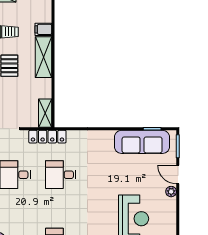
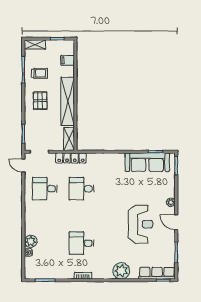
filing cabinet: (43, 29) -> (68, 60), moved
shelving: (43, 57) -> (68, 101), width x1.47
door: (178, 175) -> (176, 222), moved

